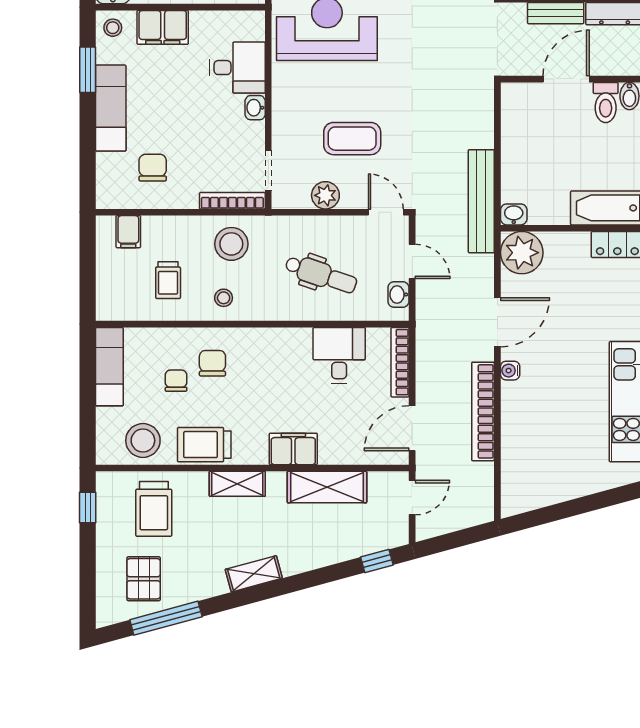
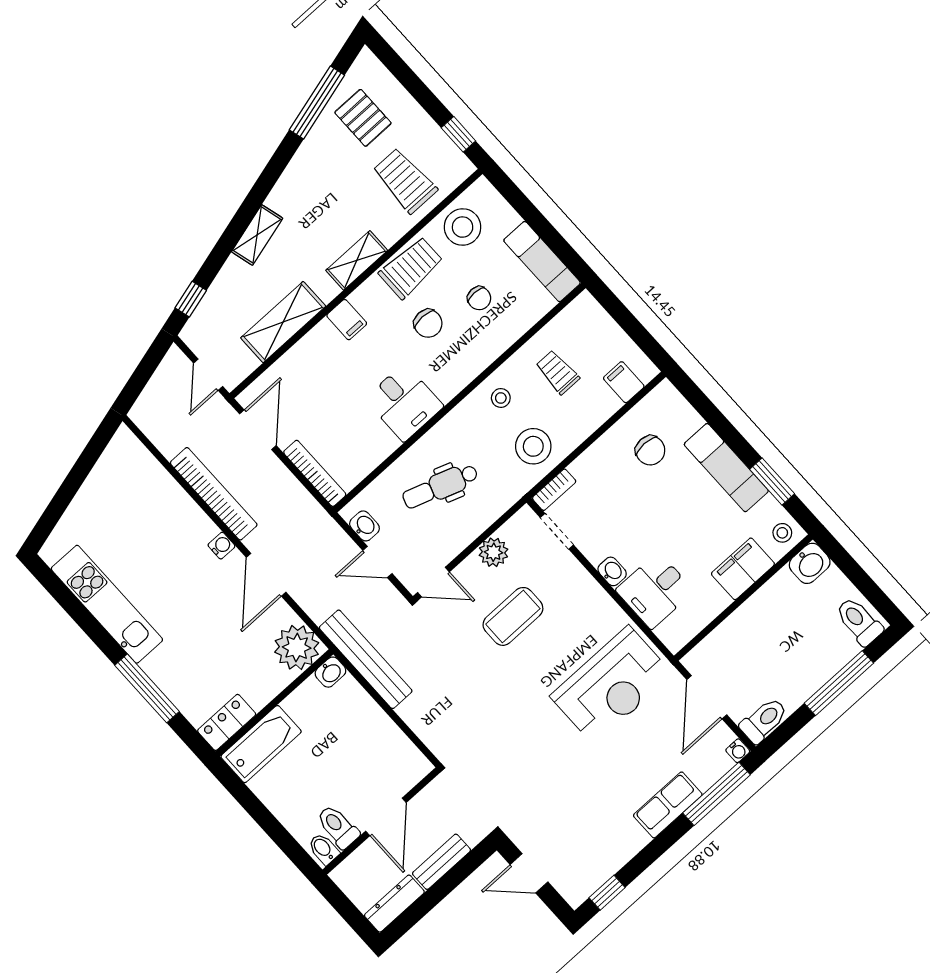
bookcase: (232, 201) -> (554, 490), width x0.64
desk: (339, 355) -> (404, 402), moved
chair: (212, 363) -> (428, 323), moved
filing cabinet: (293, 449) -> (347, 320), width x0.50
shelving: (254, 574) -> (257, 235), moved

